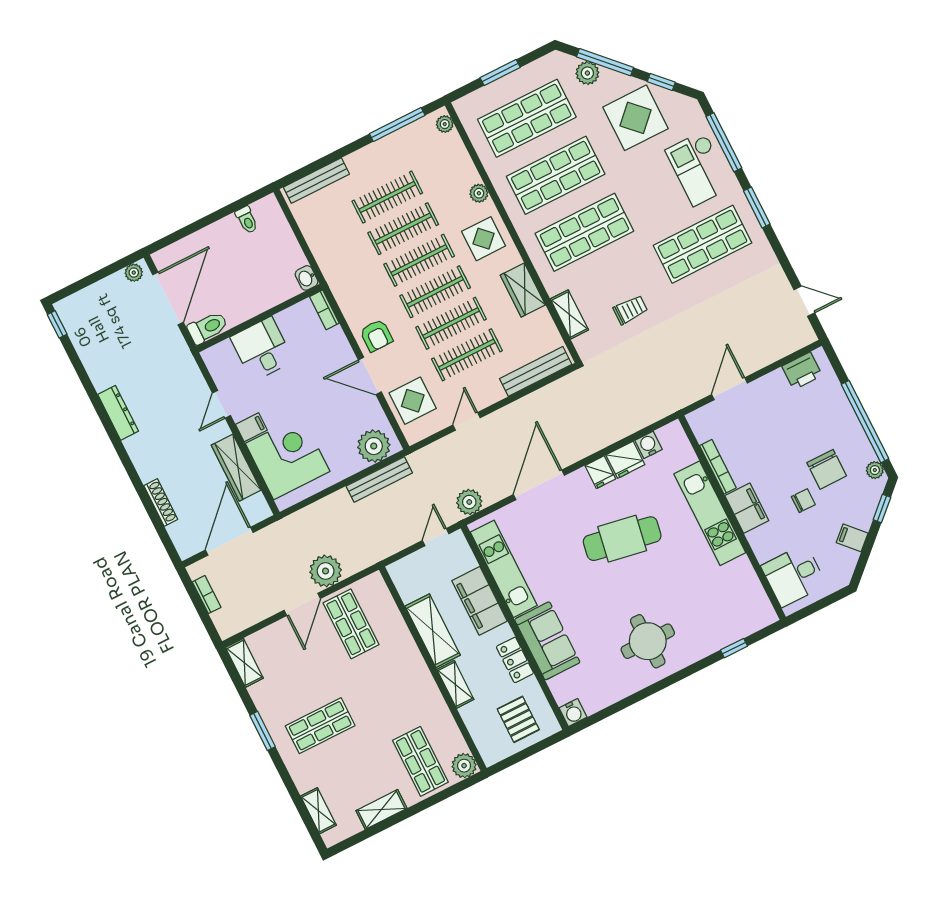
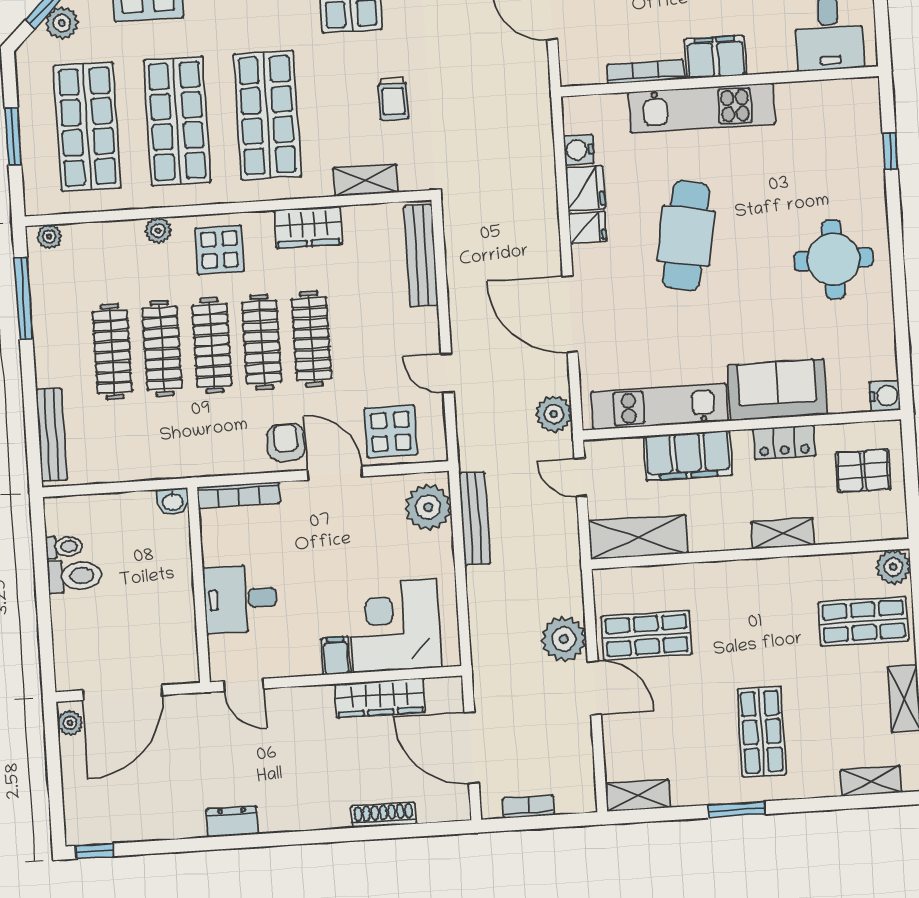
door: (168, 298) -> (123, 693), swing flipped
bookcase: (324, 310) -> (239, 495), width x1.56
trolley: (630, 310) -> (393, 98), turned 180
toilet: (208, 328) -> (74, 576), moved, turned 90
armchair: (376, 335) -> (286, 443), turned -90
clothes rail: (467, 355) -> (361, 336), removed
door: (370, 376) -> (335, 473), swing flipped
door: (221, 404) -> (244, 685), moved
dresser: (118, 413) -> (232, 822), width x0.70
shelving: (433, 631) -> (638, 537), moved

